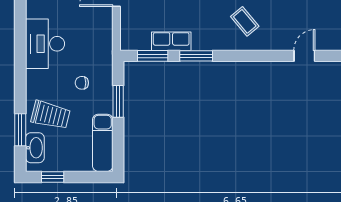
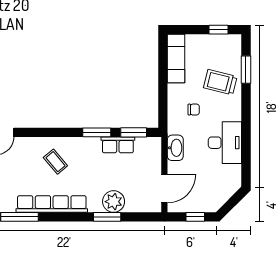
window: (118, 101) -> (163, 94), removed
washbasin: (35, 148) -> (175, 148), moved, turned 180

